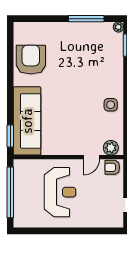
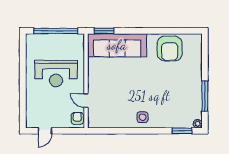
armchair: (31, 60) -> (170, 49), turned 90
side table: (111, 105) -> (142, 117), moved
plant: (111, 148) -> (94, 117), removed

